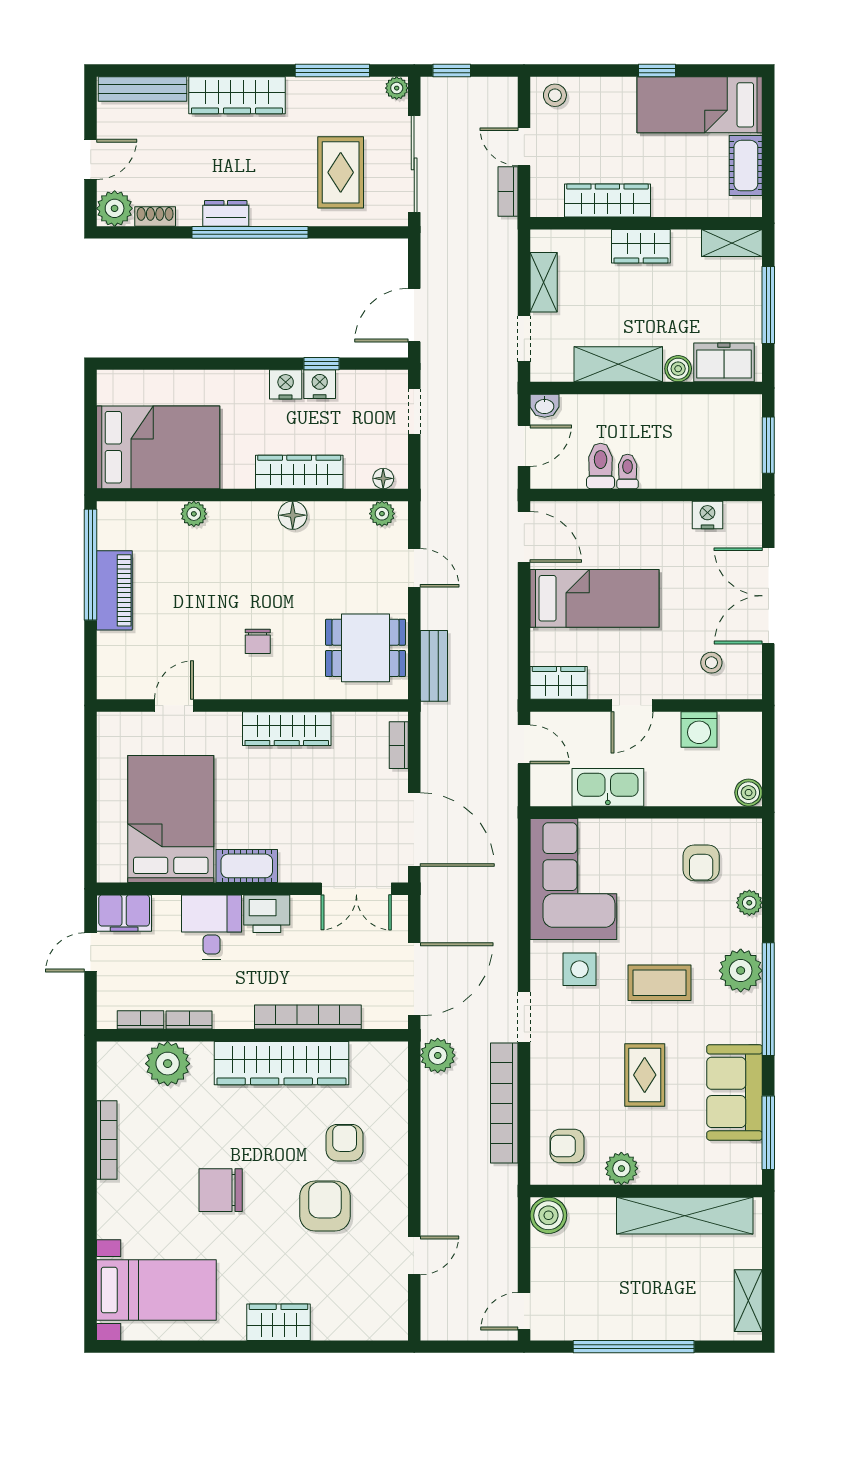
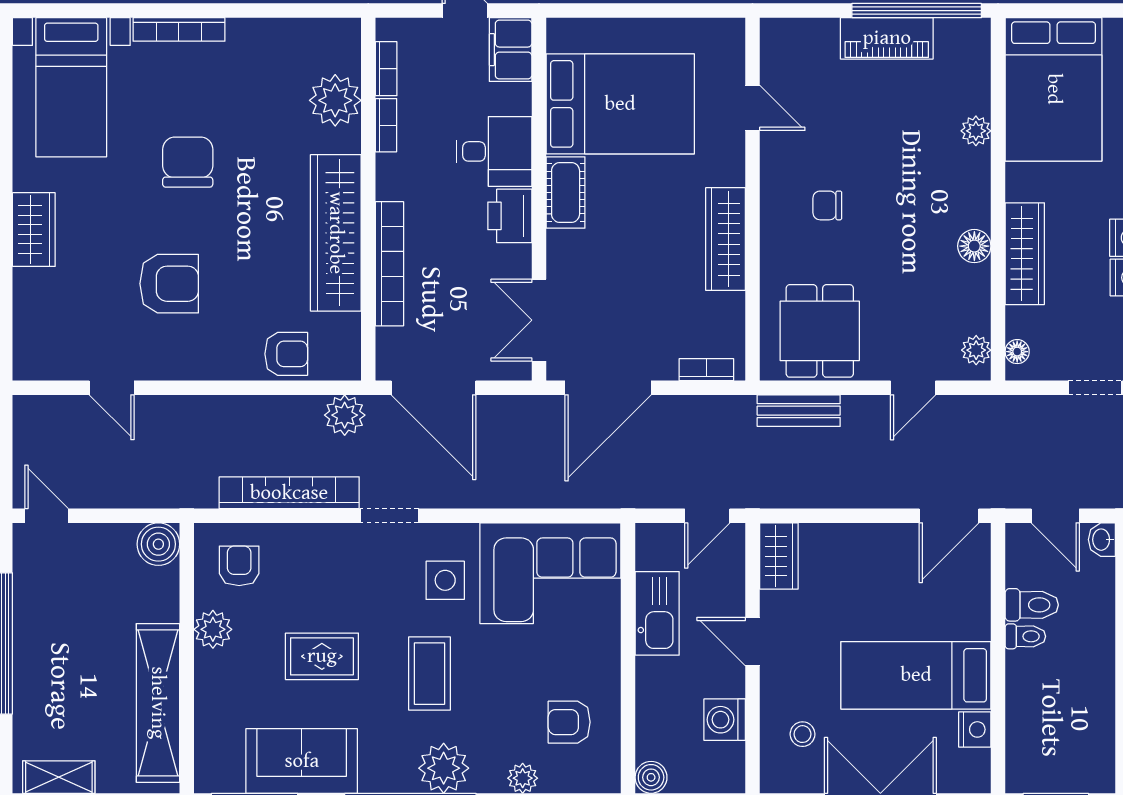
bed: (595, 598) -> (916, 675), moved, turned 90
bookcase: (107, 1140) -> (179, 29), moved
armchair: (345, 1143) -> (286, 354), moved

